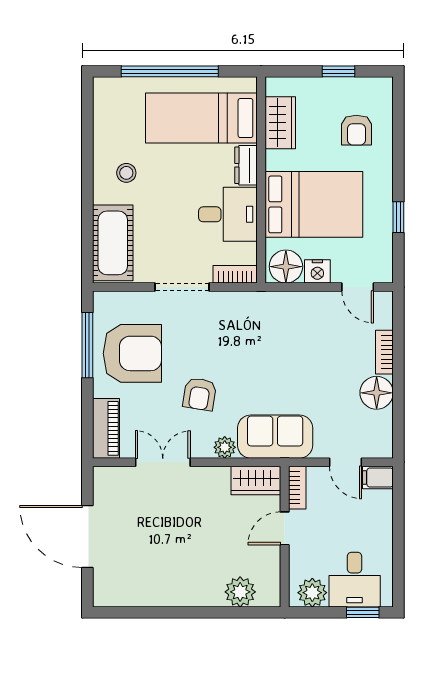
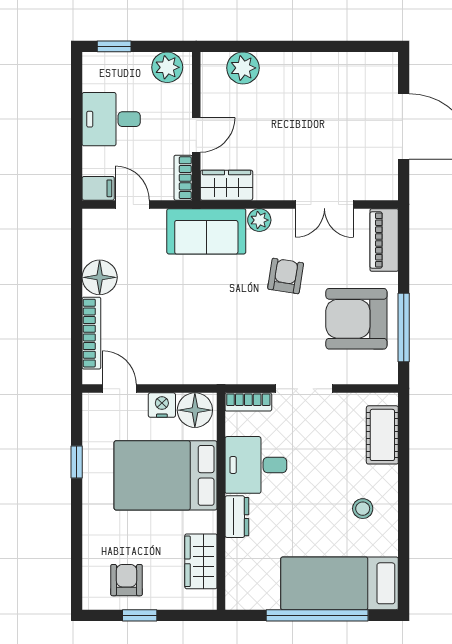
bed: (201, 118) -> (340, 583), moved, turned 180
armchair: (356, 130) -> (127, 580), moved
cot: (113, 243) -> (382, 435), width x0.73, depth x0.75
bookcase: (384, 352) -> (91, 333), width x1.56
desk: (355, 580) -> (111, 119), moved, turned -90

